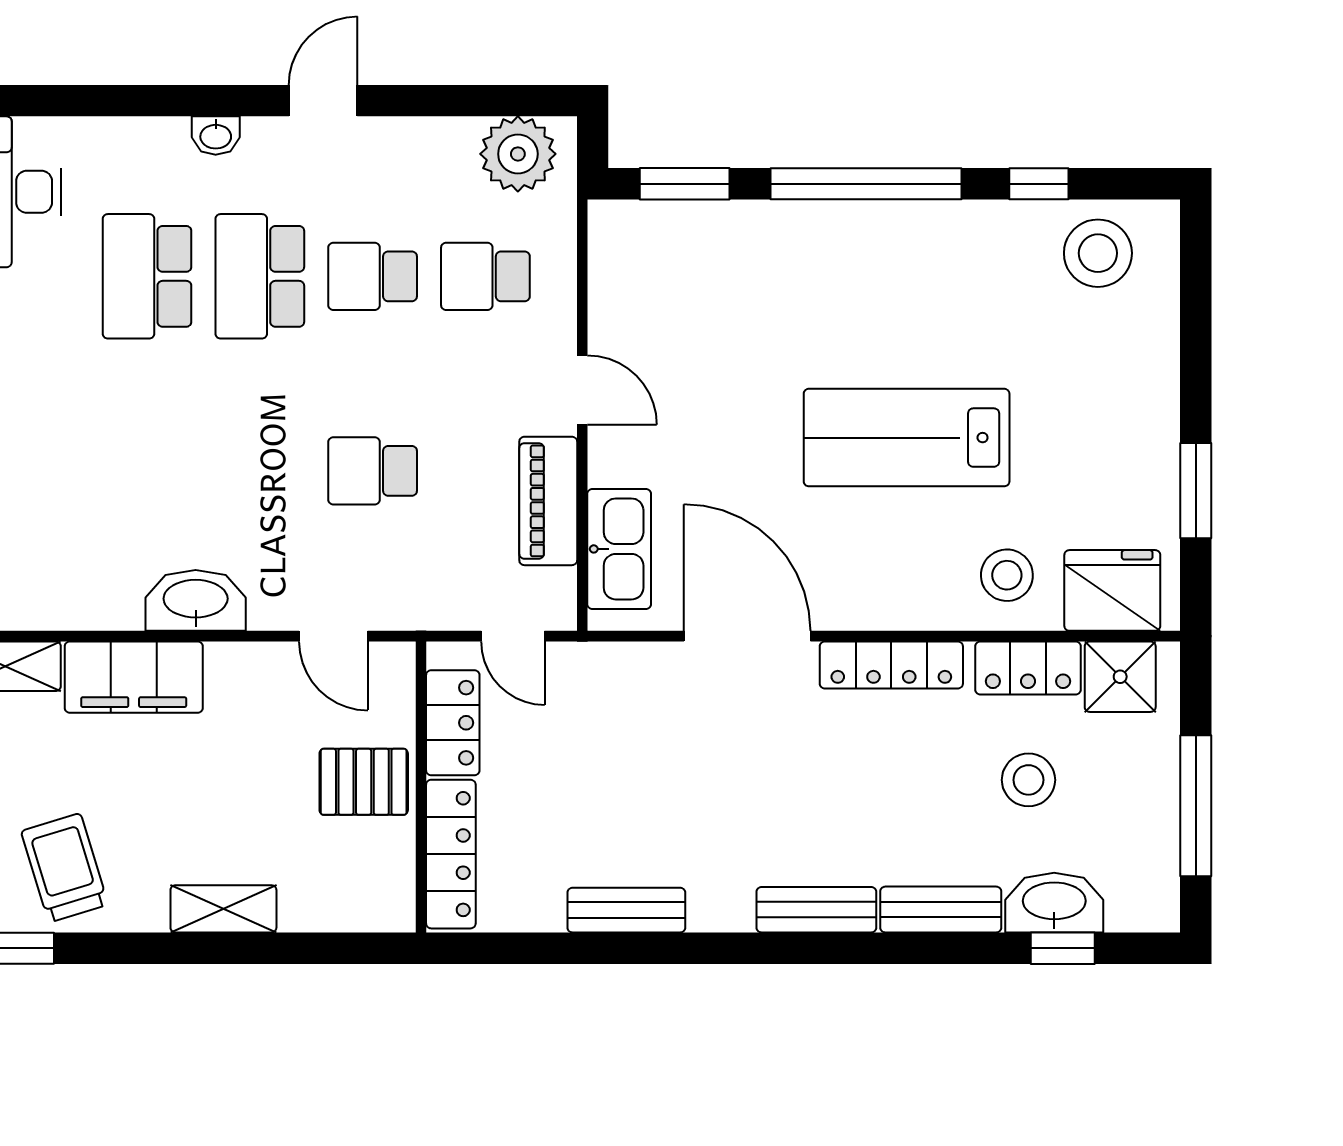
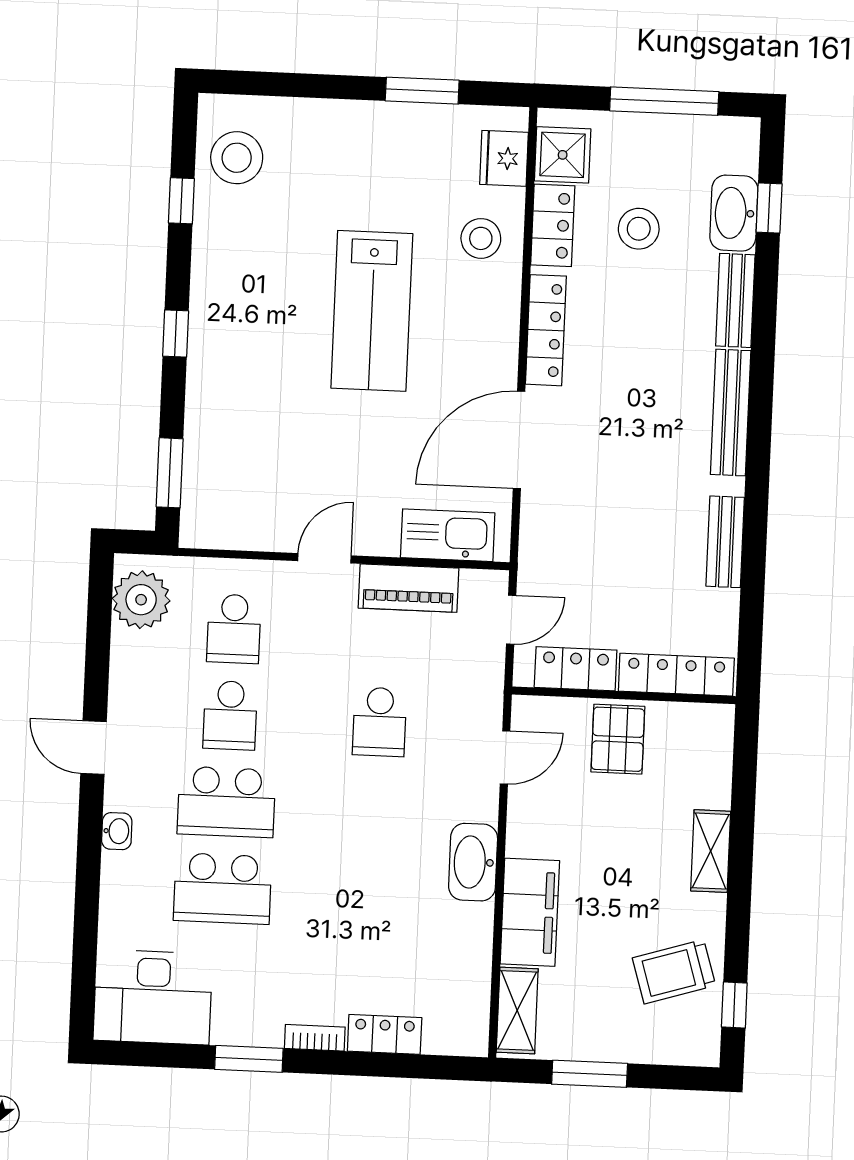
window: (866, 184) -> (176, 333), width x0.32
fridge: (1112, 590) -> (504, 158), width x0.73, depth x0.75
bench: (816, 910) -> (731, 413), width x1.36

